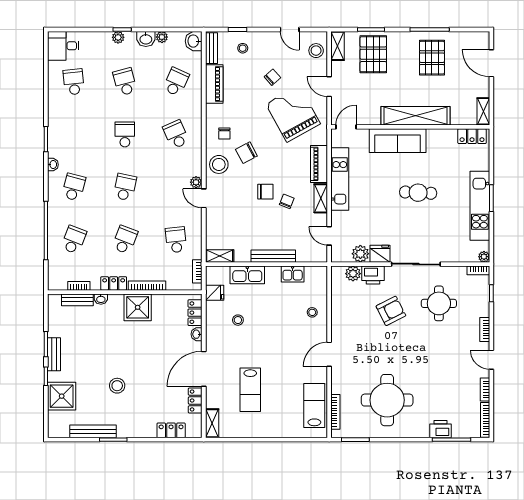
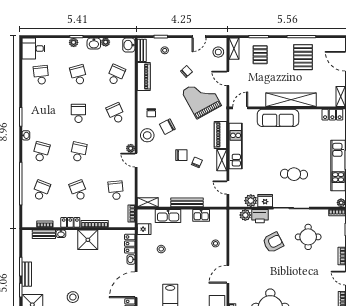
door: (290, 29) -> (199, 37), hinge flipped
pallet: (373, 54) -> (260, 55), width x0.67, depth x0.71
cafe table: (418, 193) -> (294, 174), moved
school desk: (125, 240) -> (78, 190), turned -42

